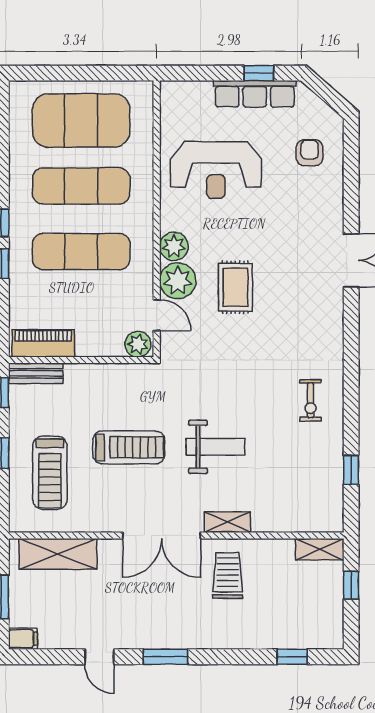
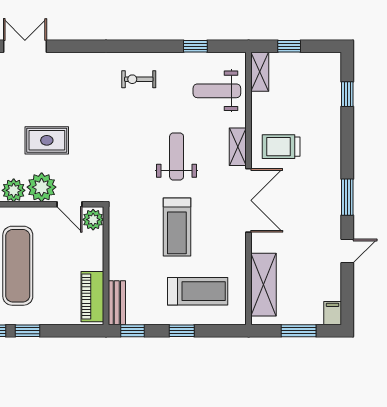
door: (157, 315) -> (69, 204), swing flipped
exercise bike: (311, 400) -> (139, 79), turned 180
treadmill: (129, 447) -> (177, 227), turned 180
weight bench: (296, 496) -> (217, 91), added

